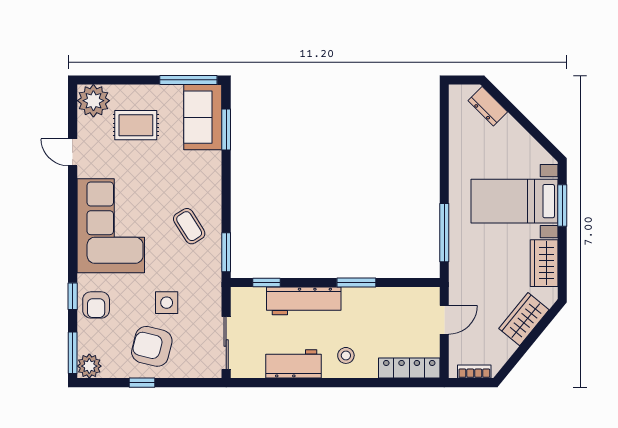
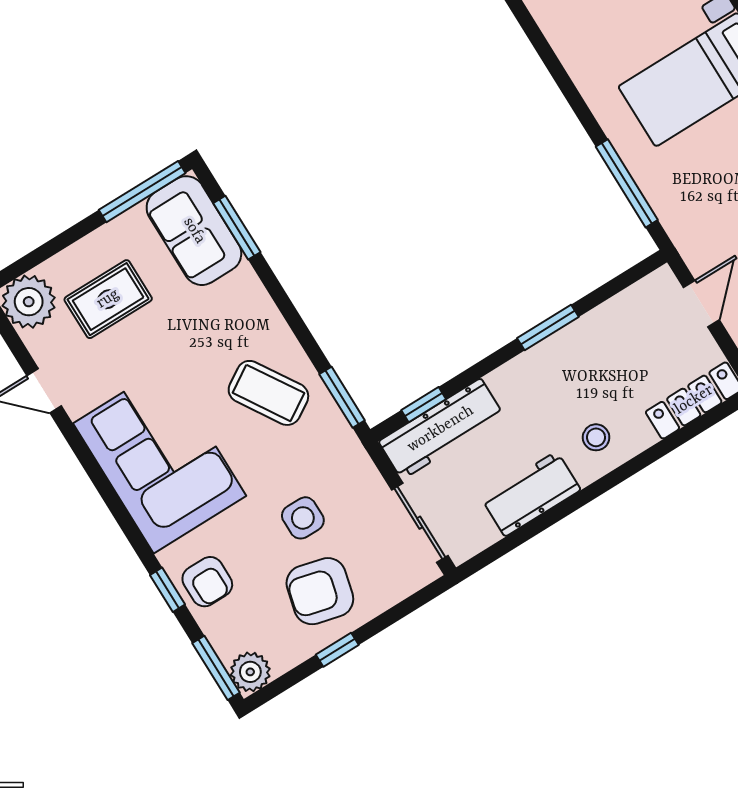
coffee table: (189, 226) -> (268, 393), width x1.36, depth x1.30
workbench: (304, 301) -> (441, 429), moved

